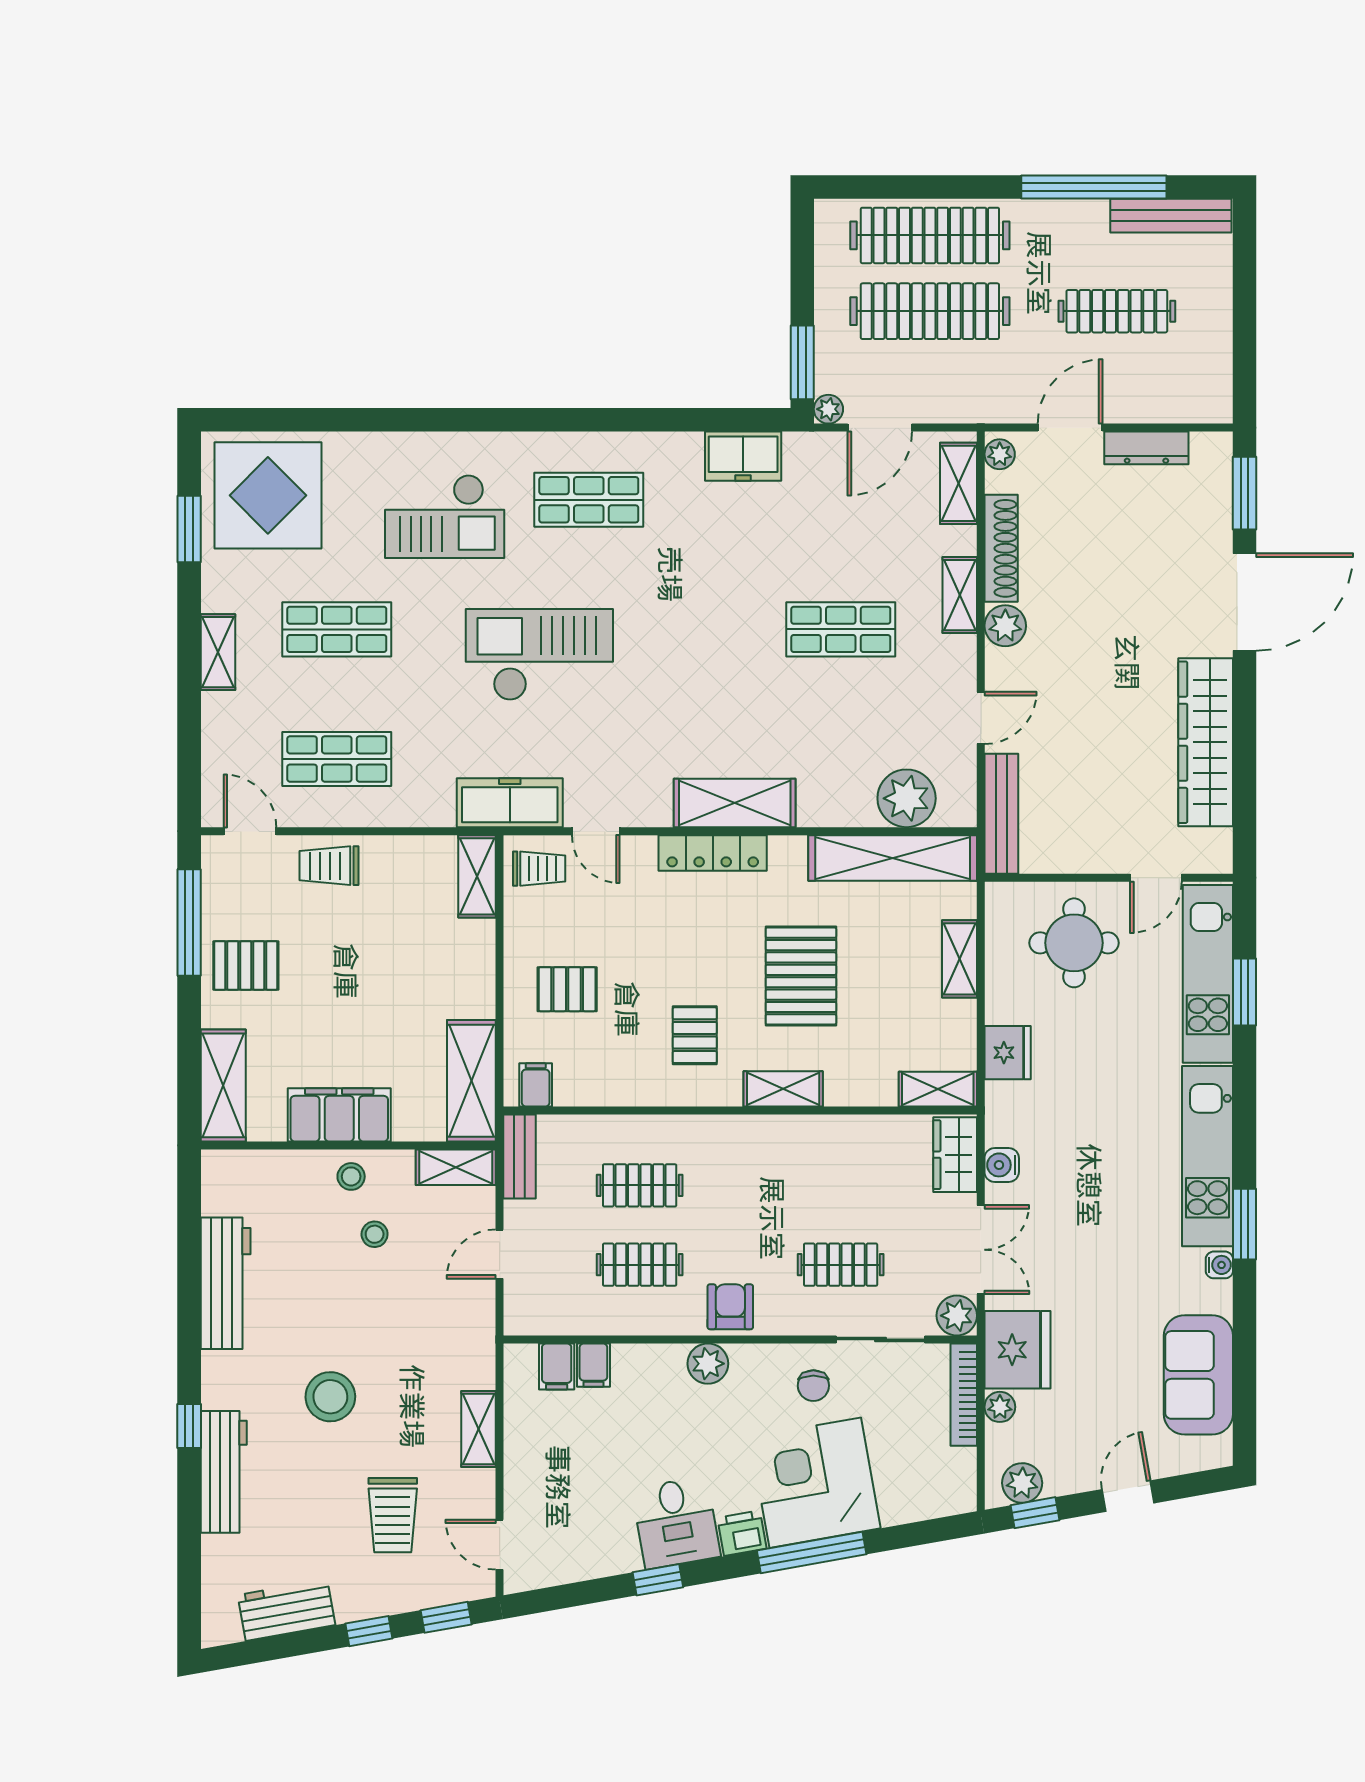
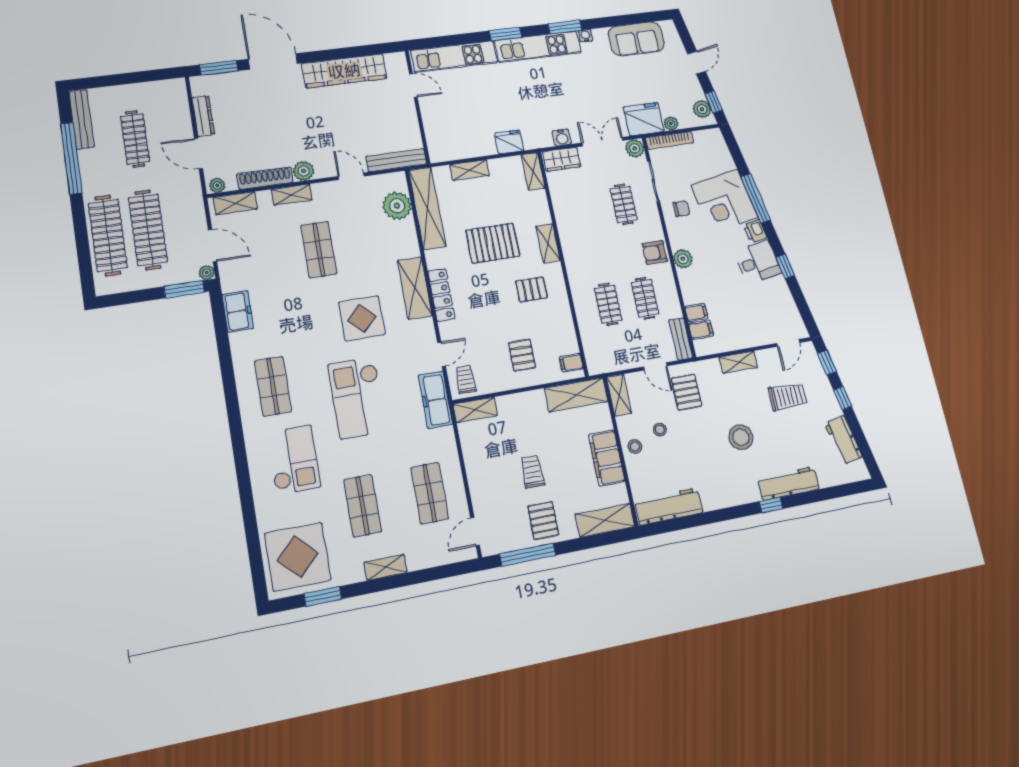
display table: (691, 689) -> (362, 318), added
trolley: (329, 866) -> (532, 472), moved, turned 180
round table: (1074, 943) -> (452, 119), removed
window: (1245, 992) -> (506, 34), moved
bench: (520, 1157) -> (681, 339), moved, turned 90
workbench: (226, 1283) -> (669, 506), moved
pallet: (438, 1306) -> (687, 392), added
door: (1128, 1496) -> (697, 62), swing flipped

